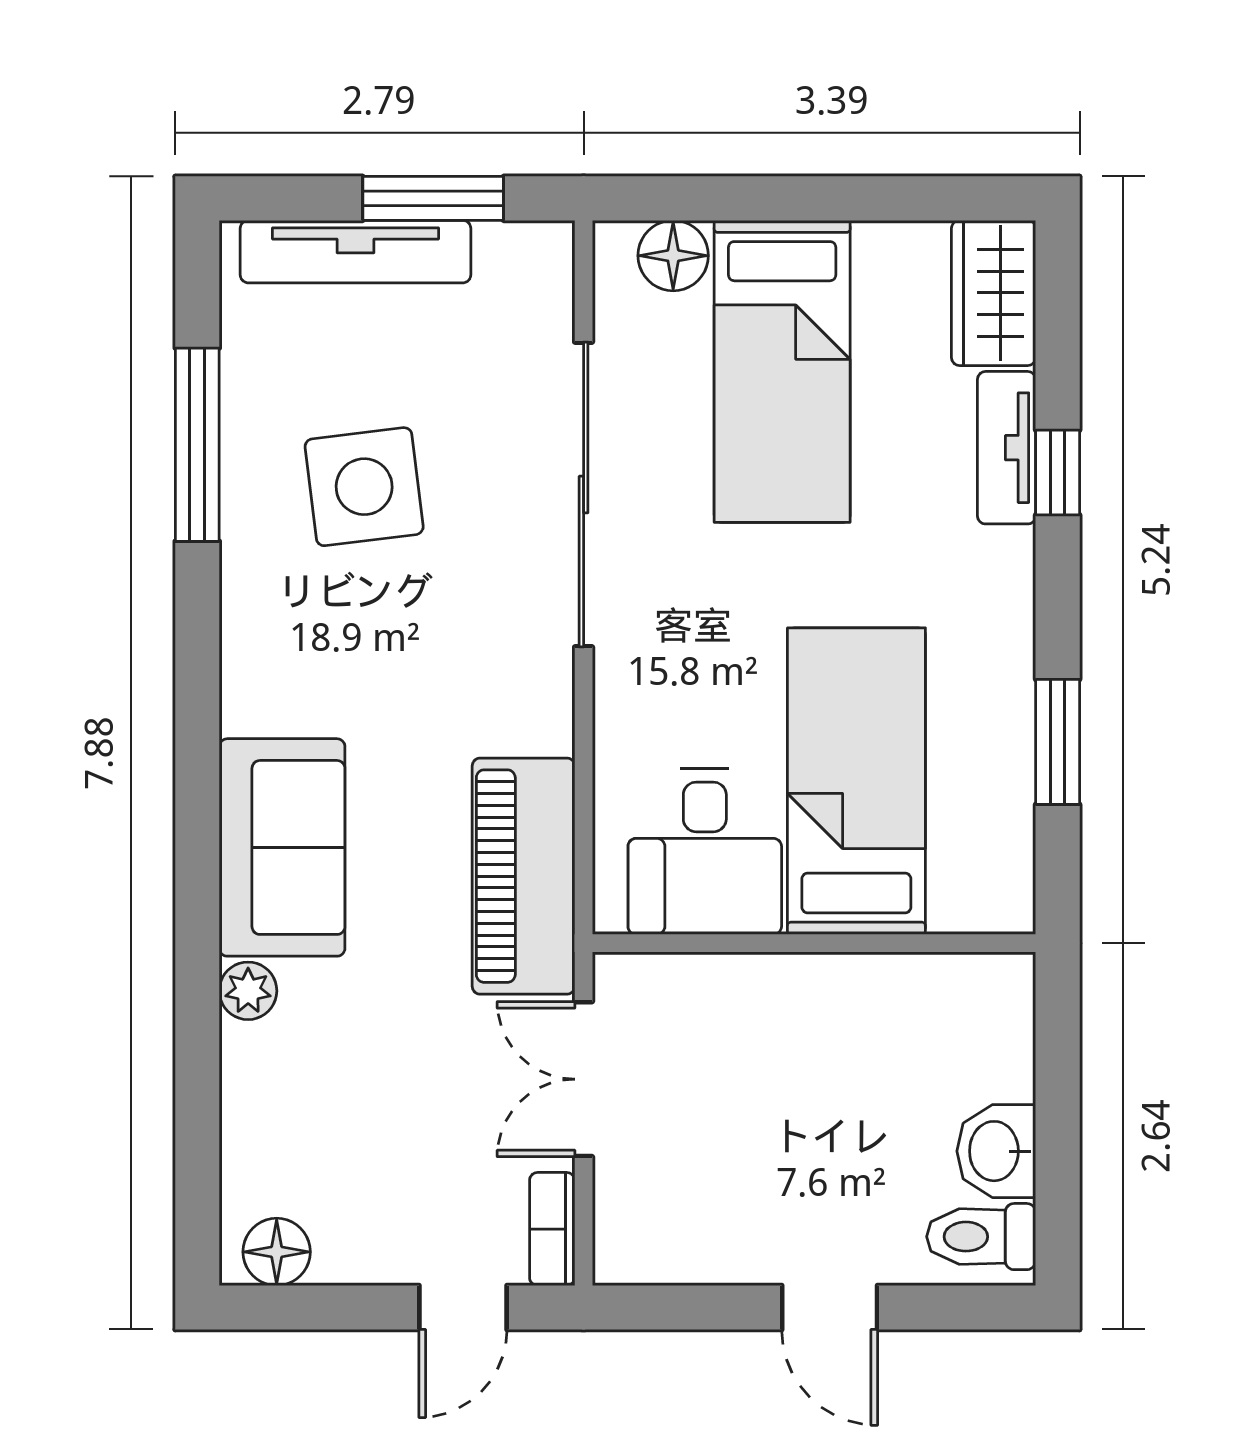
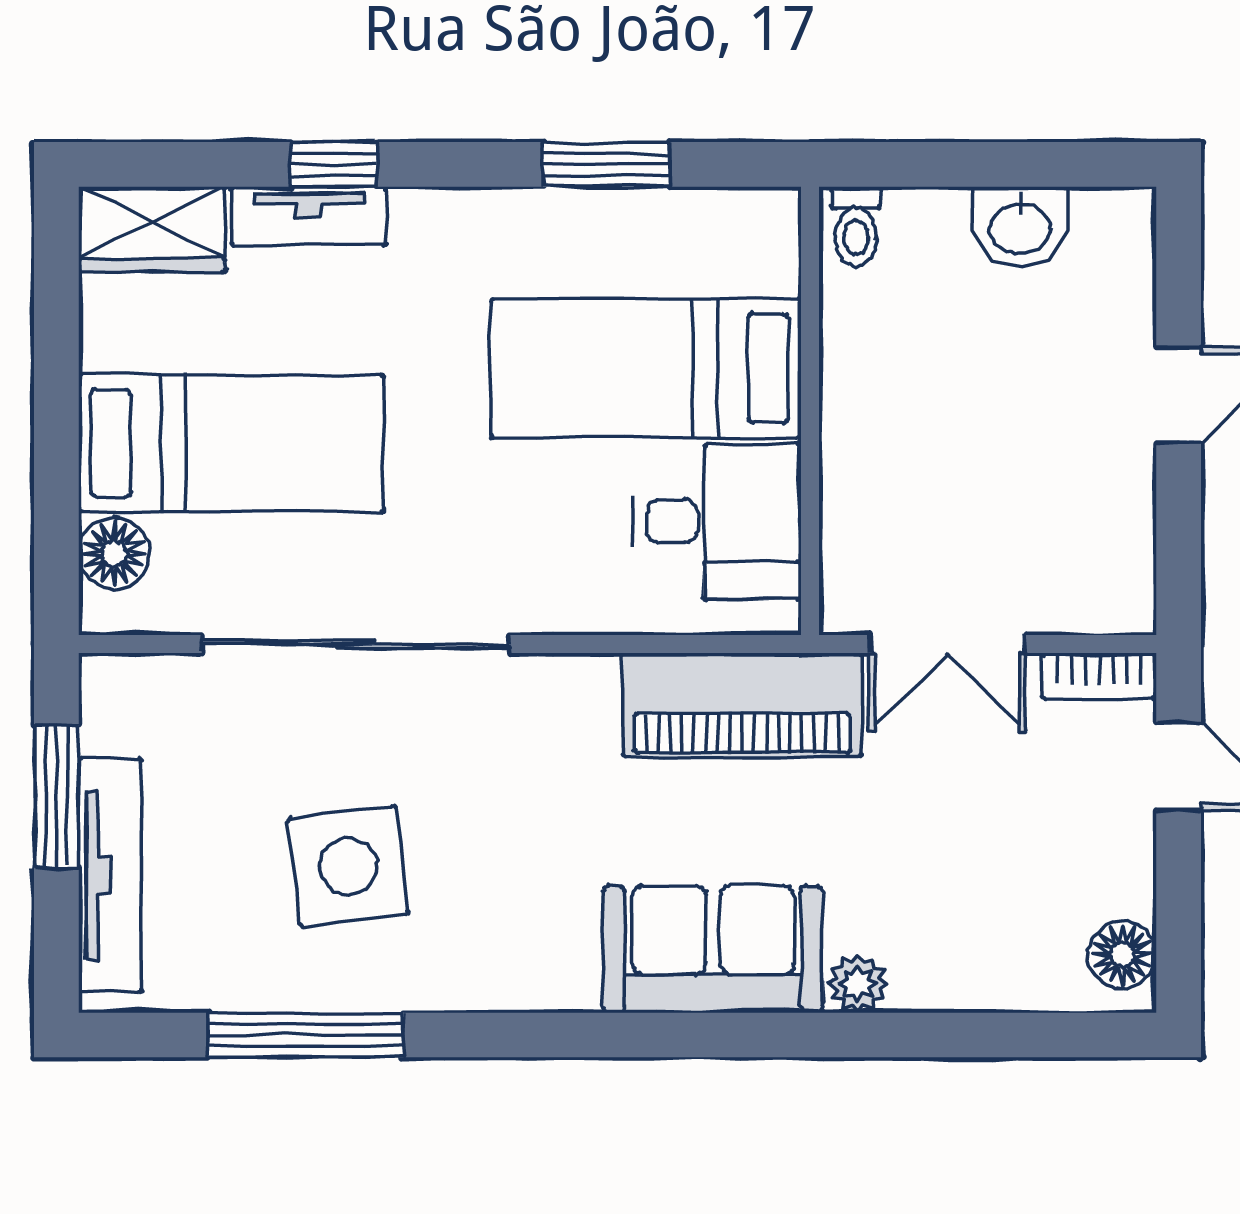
toilet: (981, 1237) -> (856, 226), moved, width x0.73, depth x0.72

